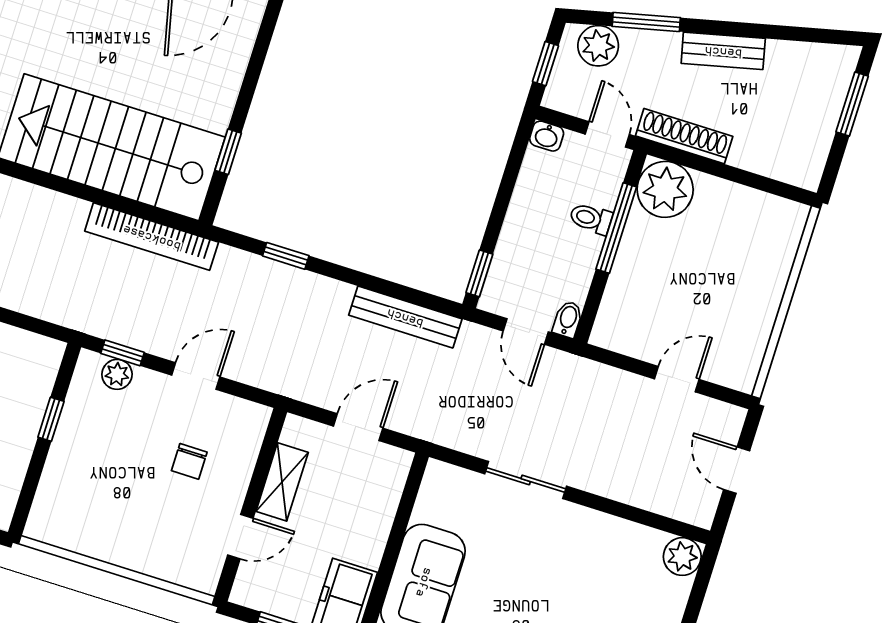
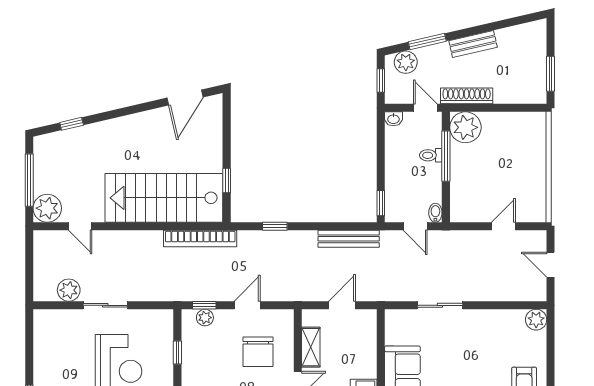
window: (852, 104) -> (551, 74), moved
chair: (189, 461) -> (258, 352), width x1.87, depth x1.87

